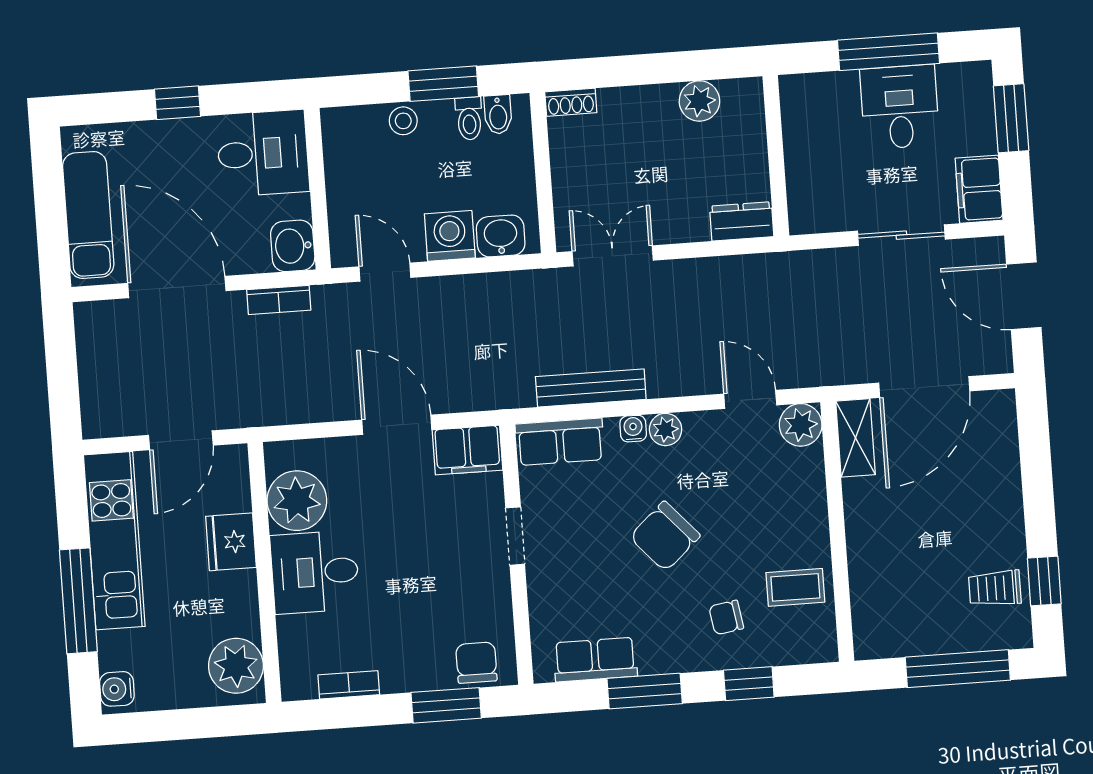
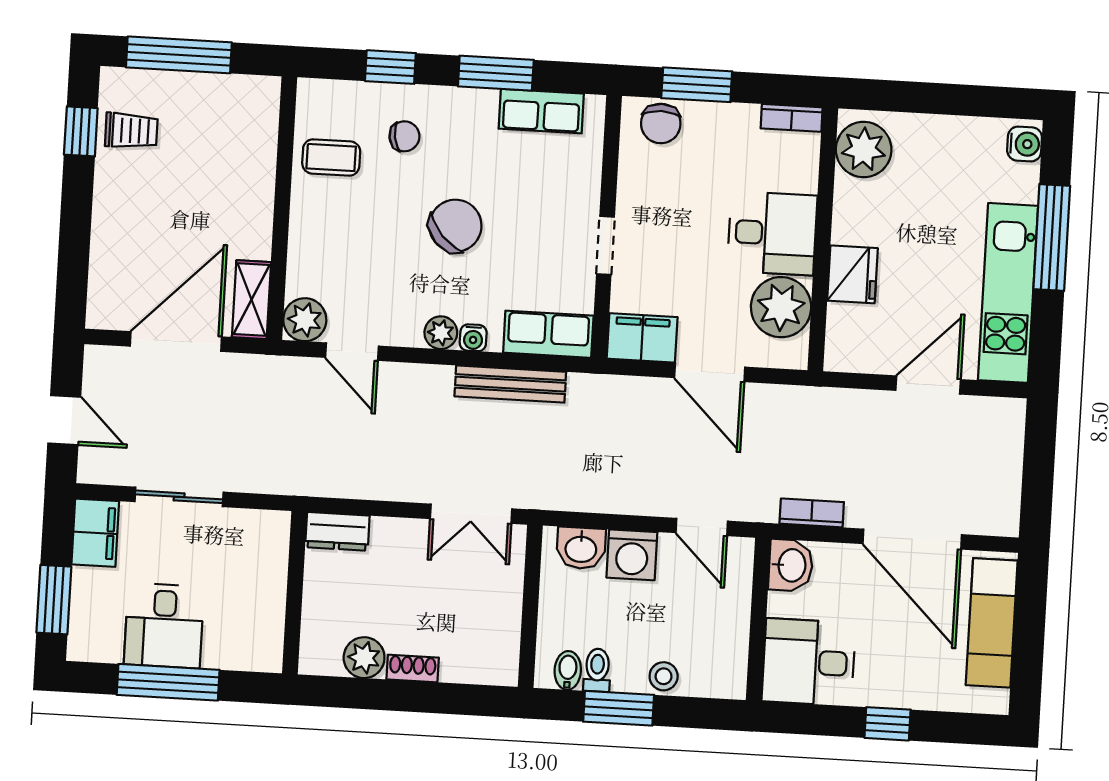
shoe rack: (571, 102) -> (413, 668), moved
door: (1024, 296) -> (64, 420), width x0.73
plant: (297, 501) -> (781, 307), moved
fridge: (231, 542) -> (852, 274), moved
wall: (264, 572) -> (823, 239), moved
desk: (315, 572) -> (772, 233), moved
plant: (236, 666) -> (864, 150), moved

